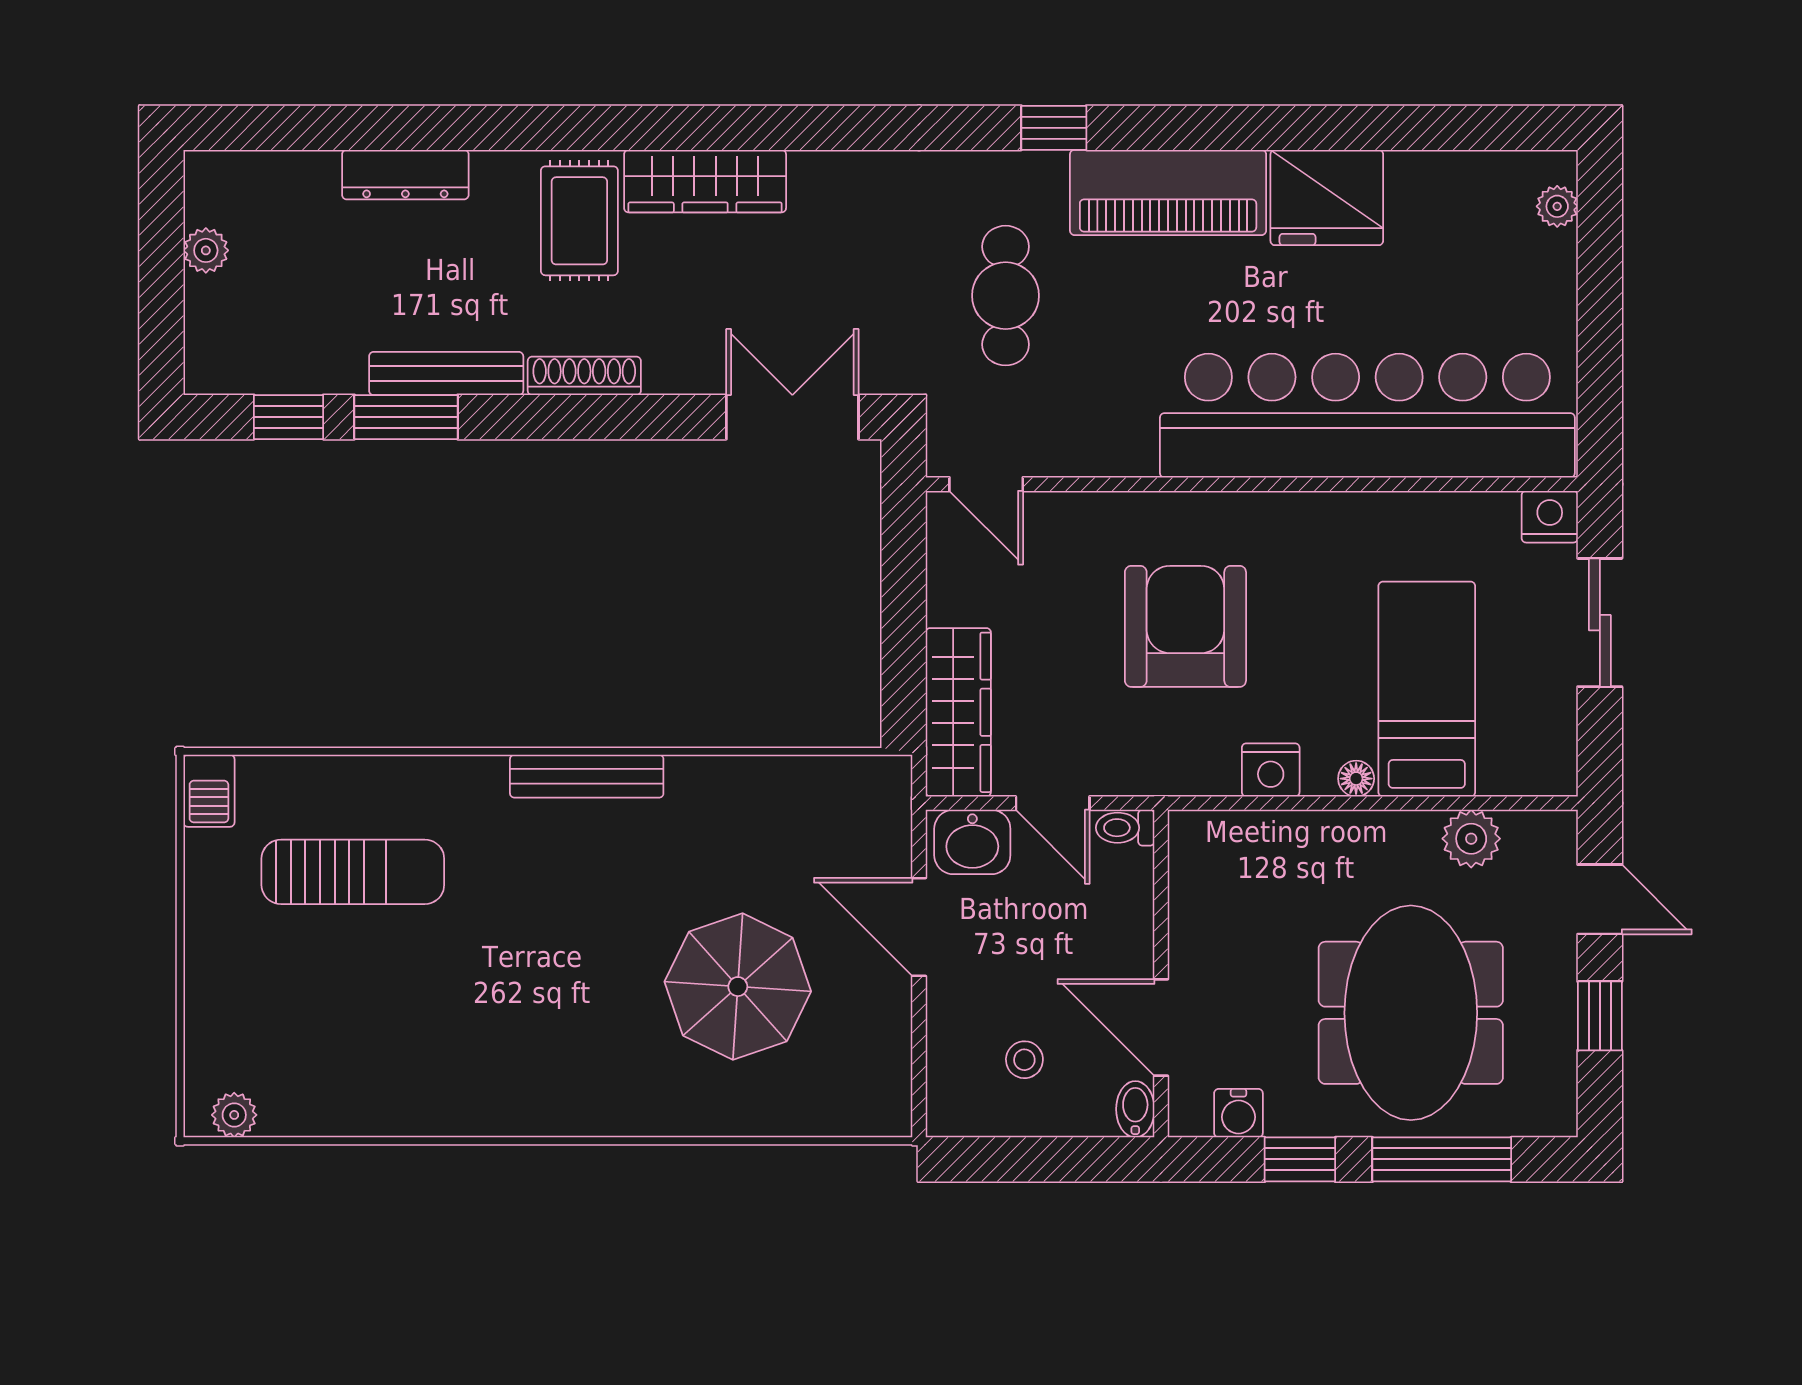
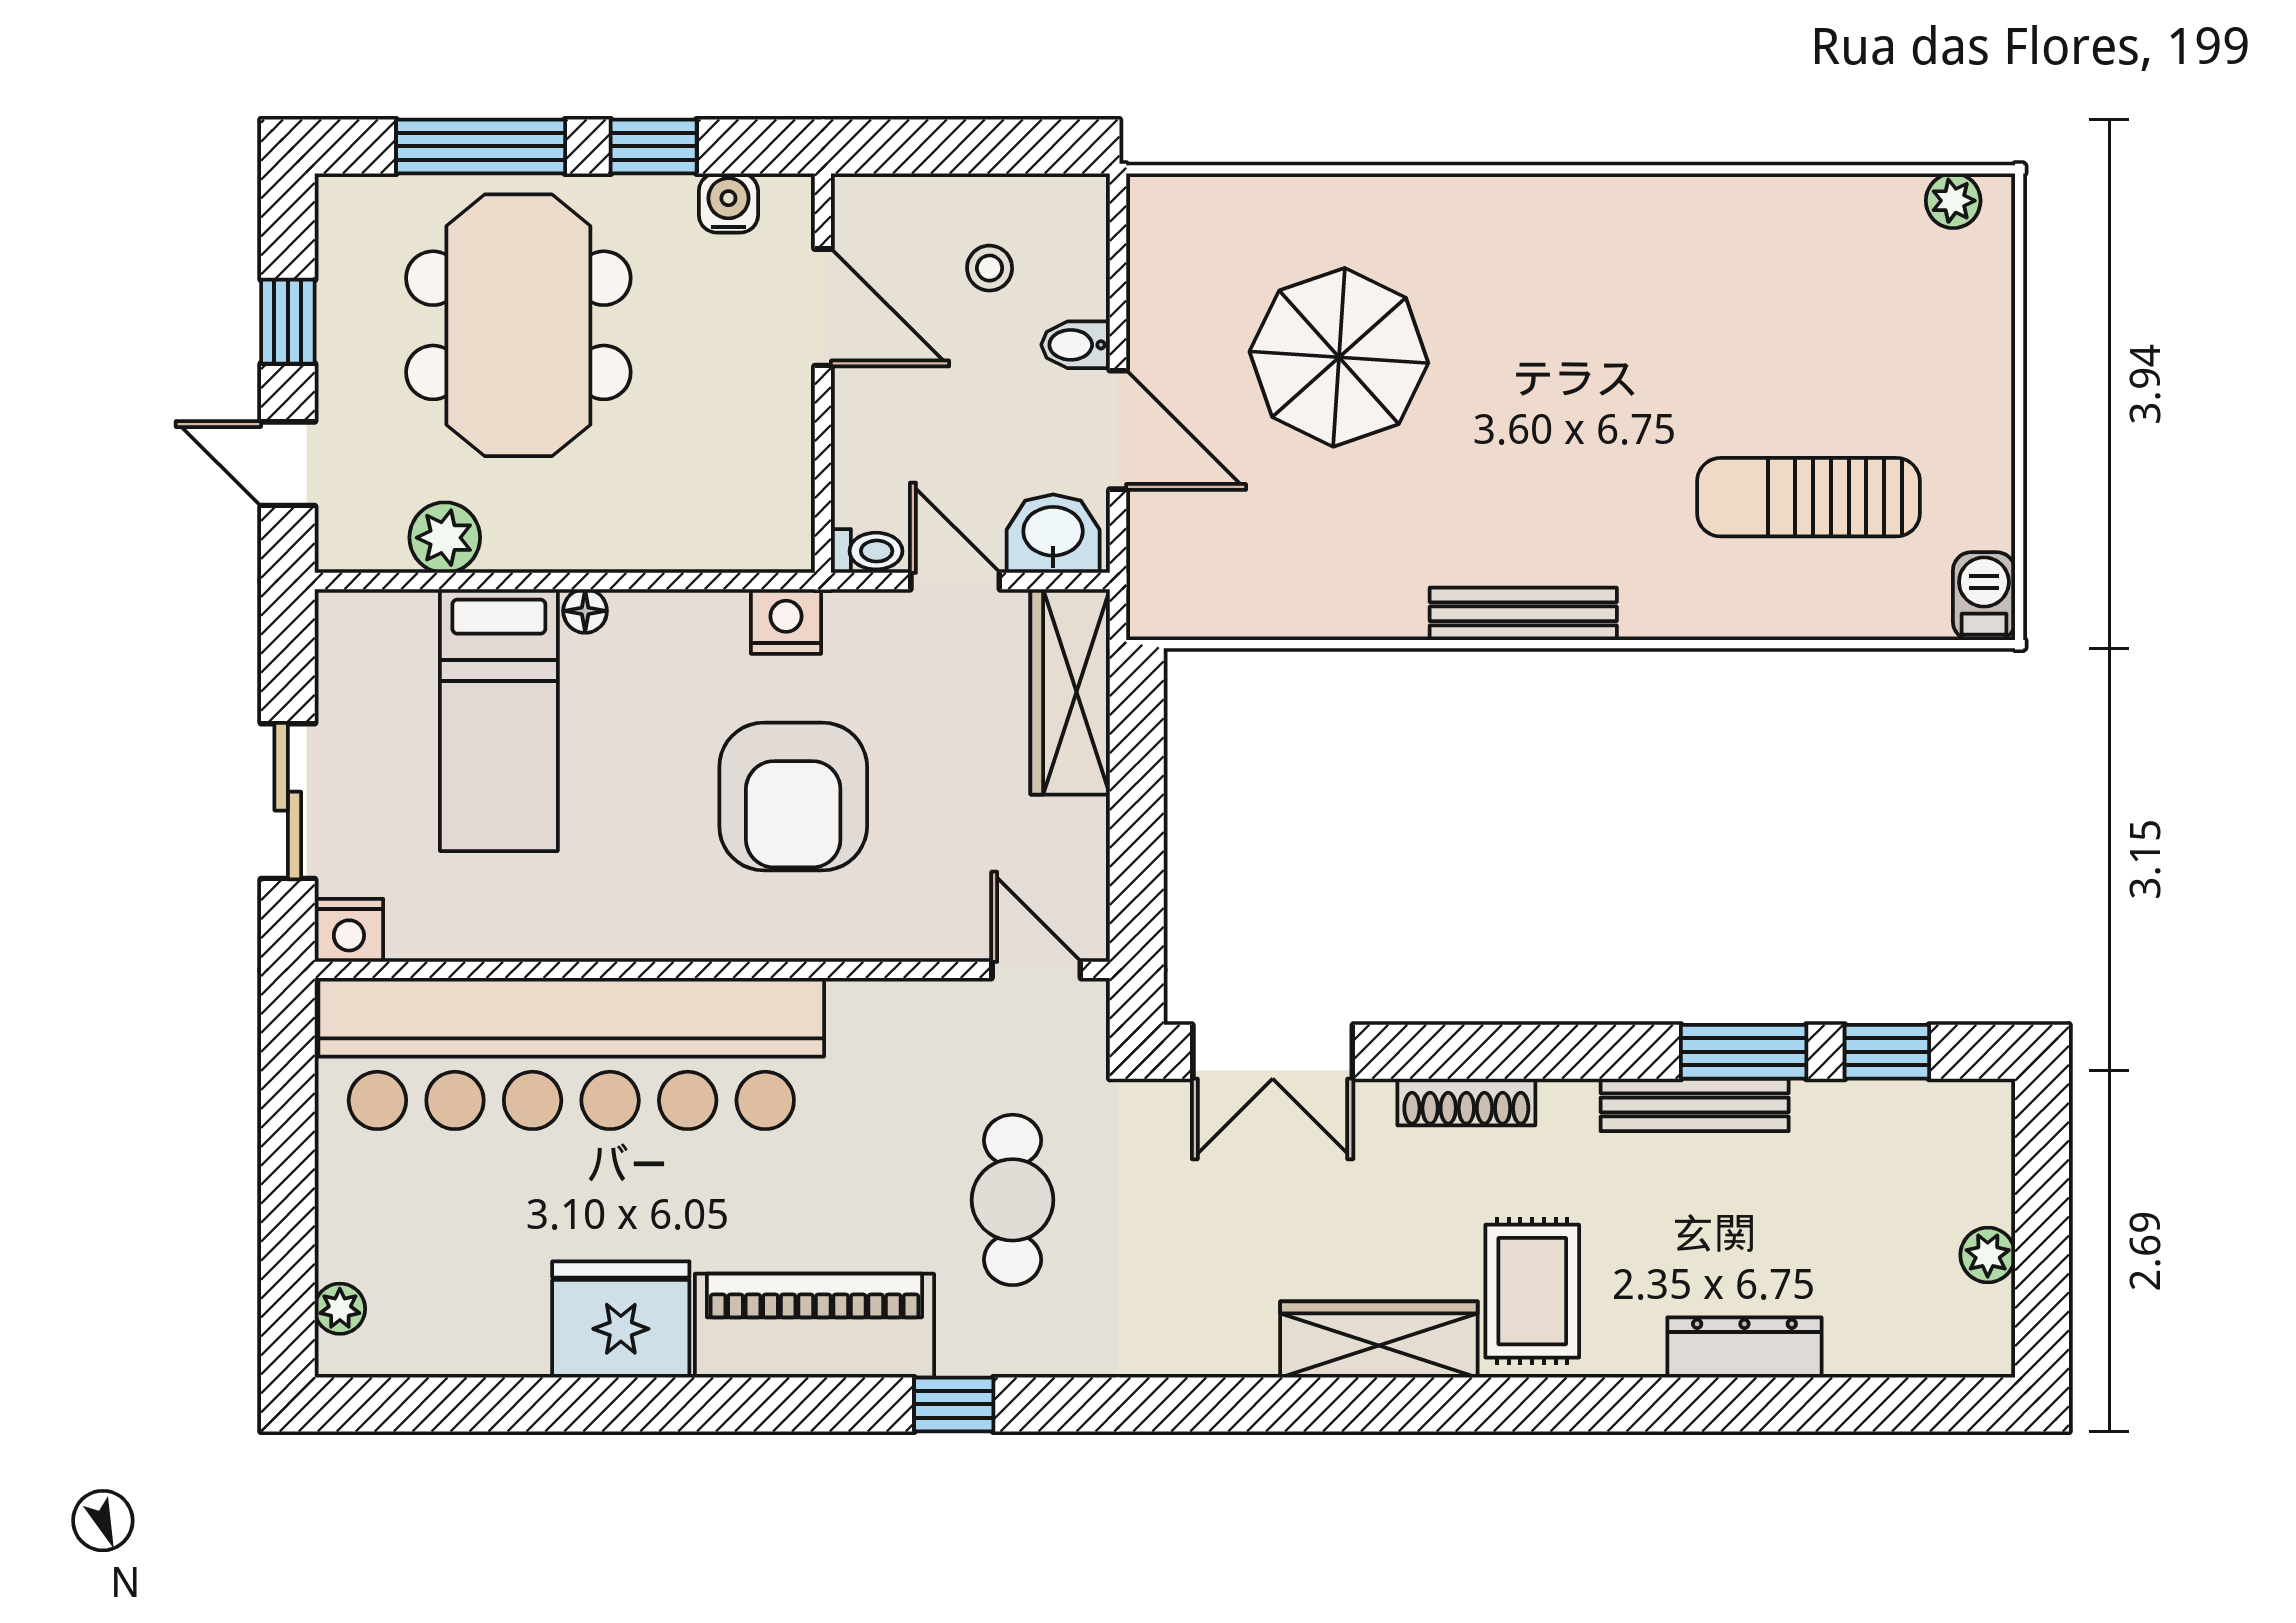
shoe rack: (584, 376) -> (1466, 1102), moved
nightstand: (1271, 770) -> (786, 621), moved
bidet: (1135, 1109) -> (1076, 345), moved, turned 90

